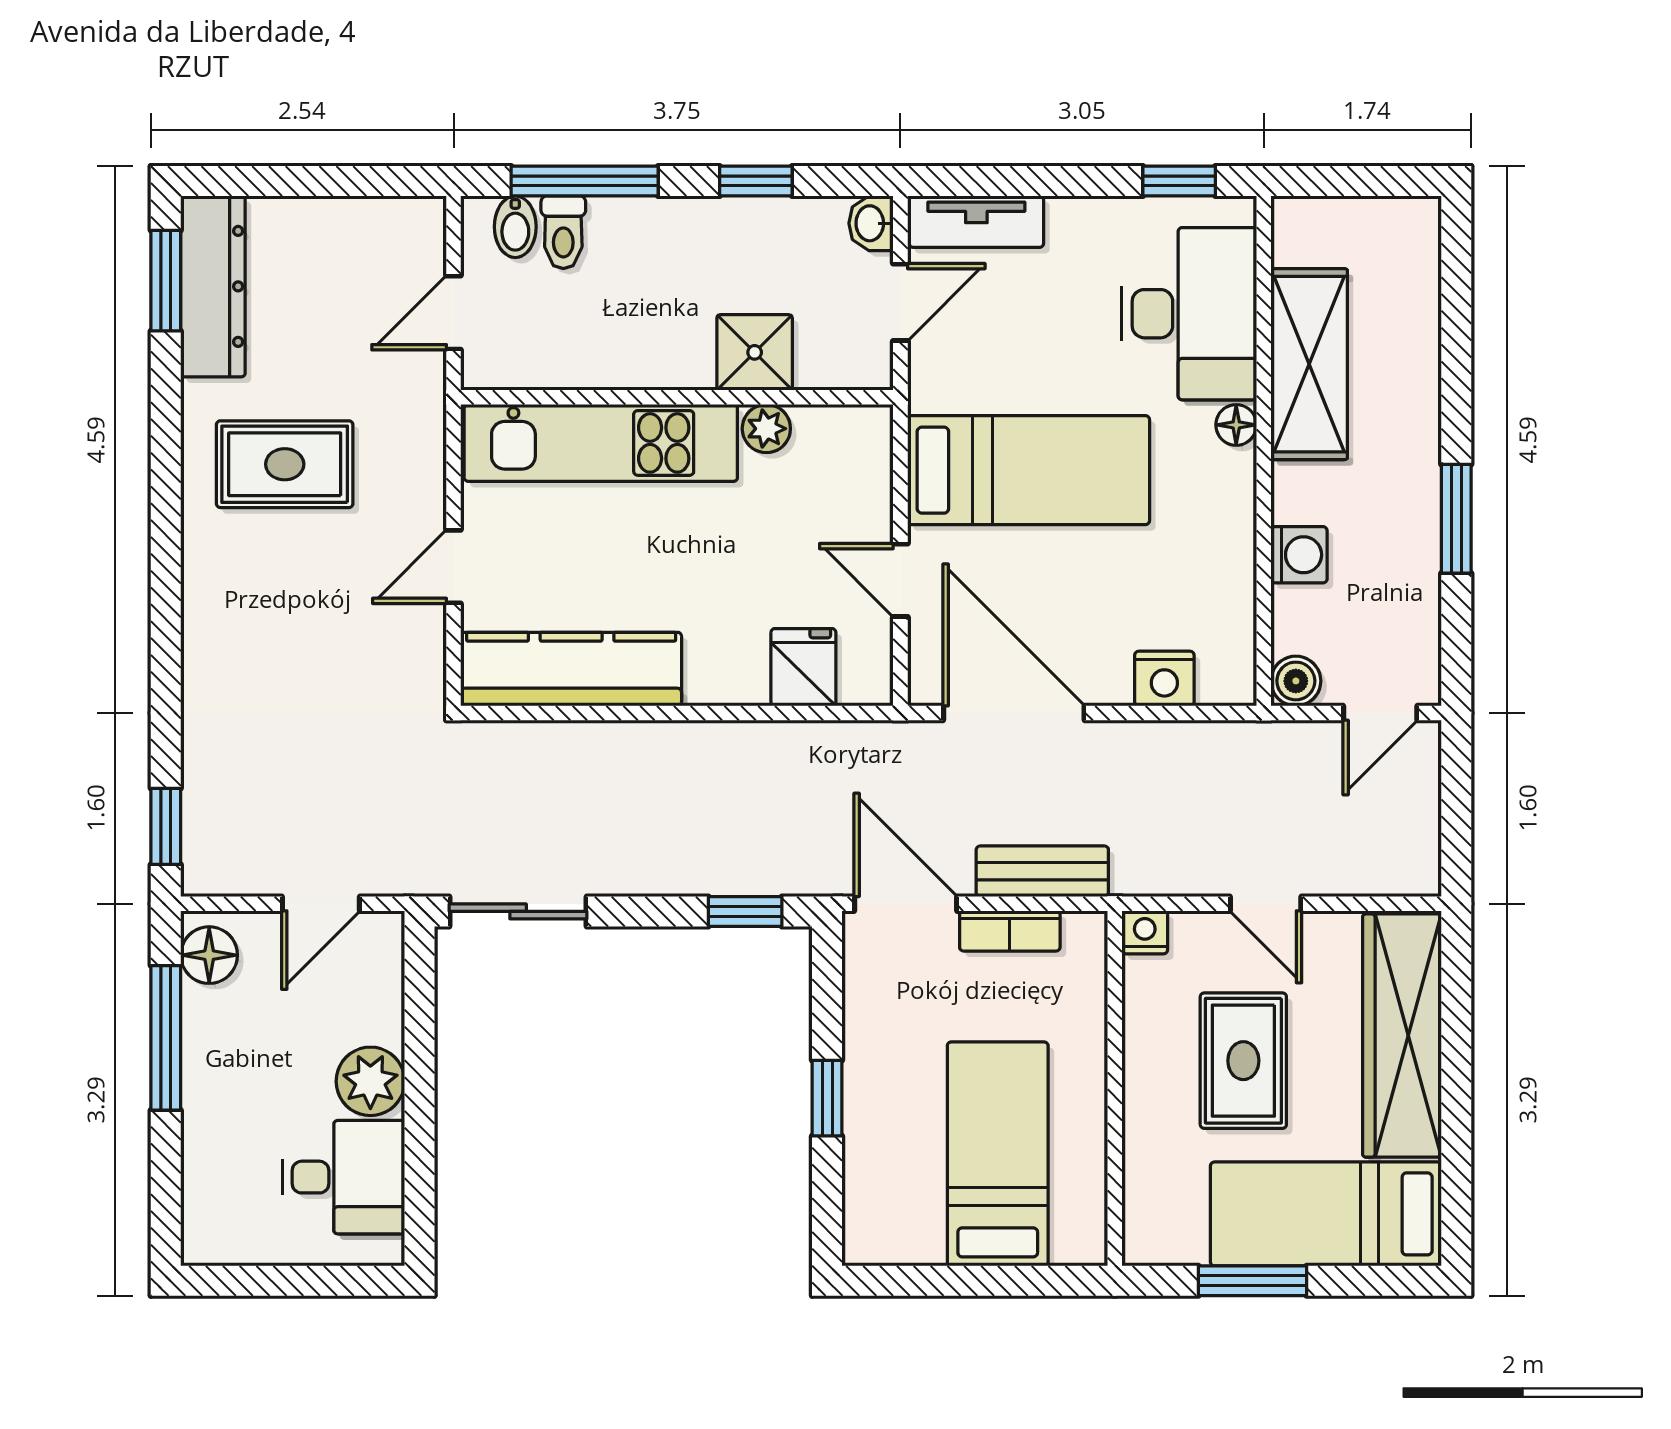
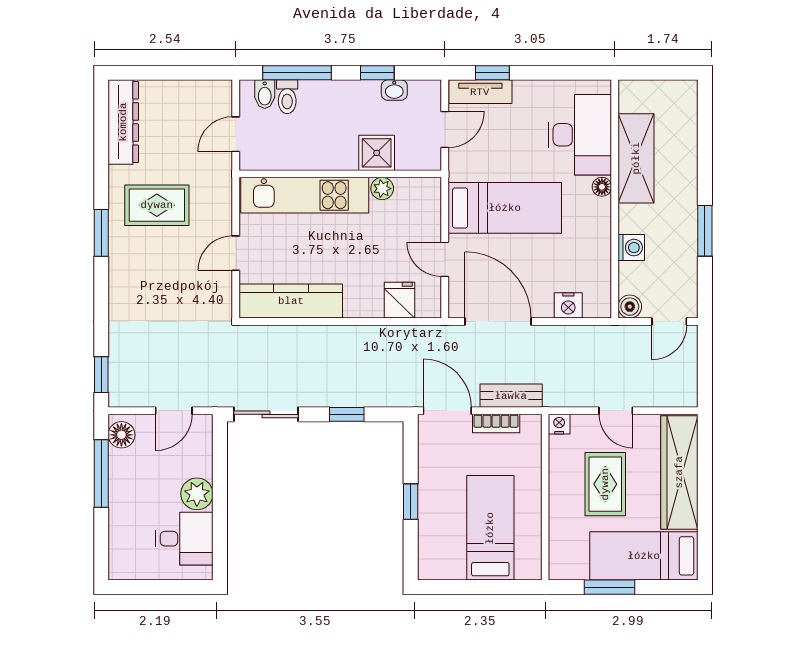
window: (1179, 181) -> (492, 73), moved
washbasin: (871, 223) -> (394, 90), moved, turned -90
window: (166, 281) -> (101, 233), moved
window: (745, 911) -> (347, 414), moved

